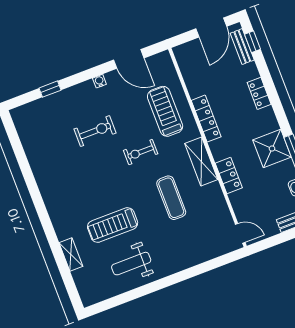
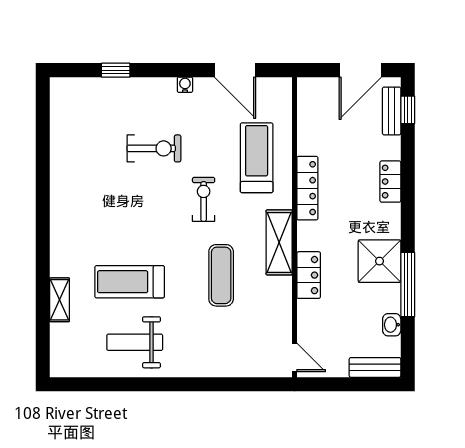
exercise bike: (141, 152) -> (204, 199), turned 90

